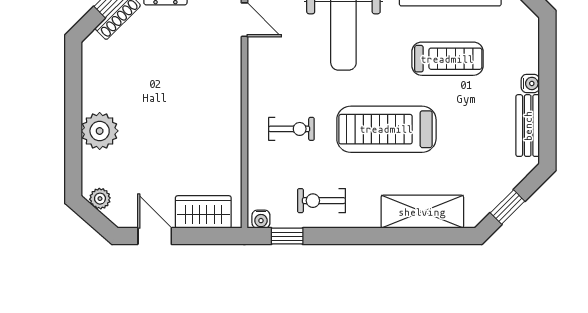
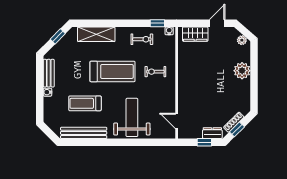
door: (155, 236) -> (217, 23), swing flipped

